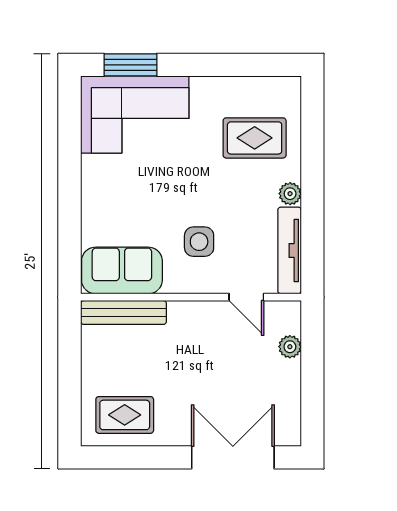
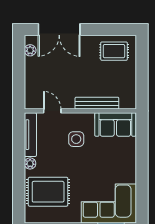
rug: (255, 138) -> (48, 192), width x1.36, depth x1.43
bench: (124, 312) -> (97, 103), moved
plant: (290, 347) -> (30, 50), moved

